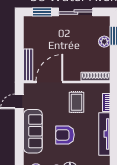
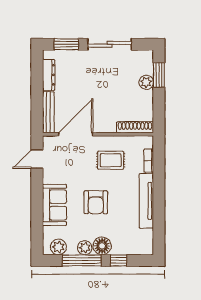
dresser: (28, 36) -> (49, 75), added
rug: (77, 102) -> (111, 160), turned 90
sofa: (33, 131) -> (54, 205), width x0.73
armchair: (65, 135) -> (96, 202), turned -90

